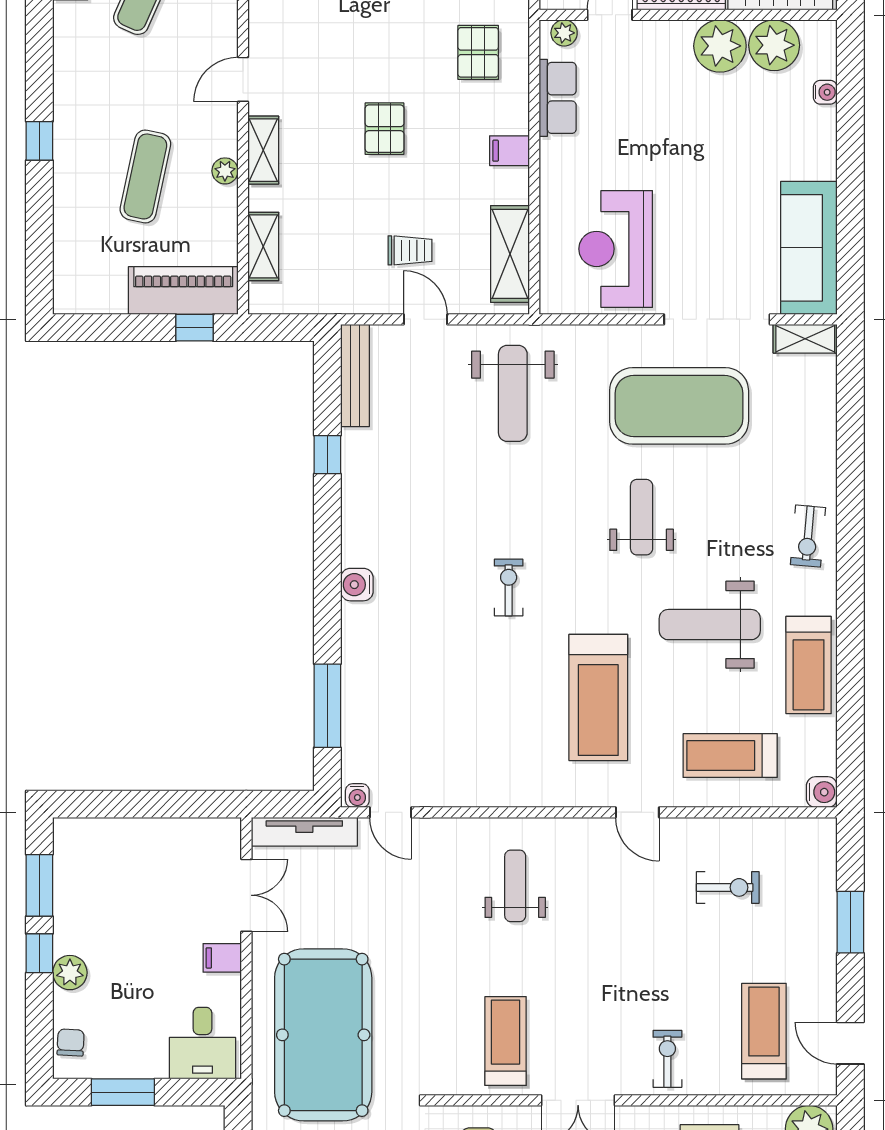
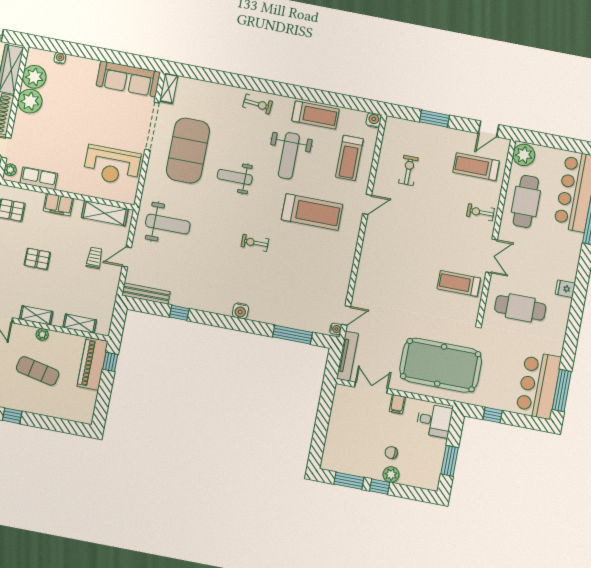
filing cabinet: (509, 151) -> (58, 205), width x2.00
weight bench: (515, 886) -> (390, 266), removed
chair: (71, 1043) -> (391, 453), moved

